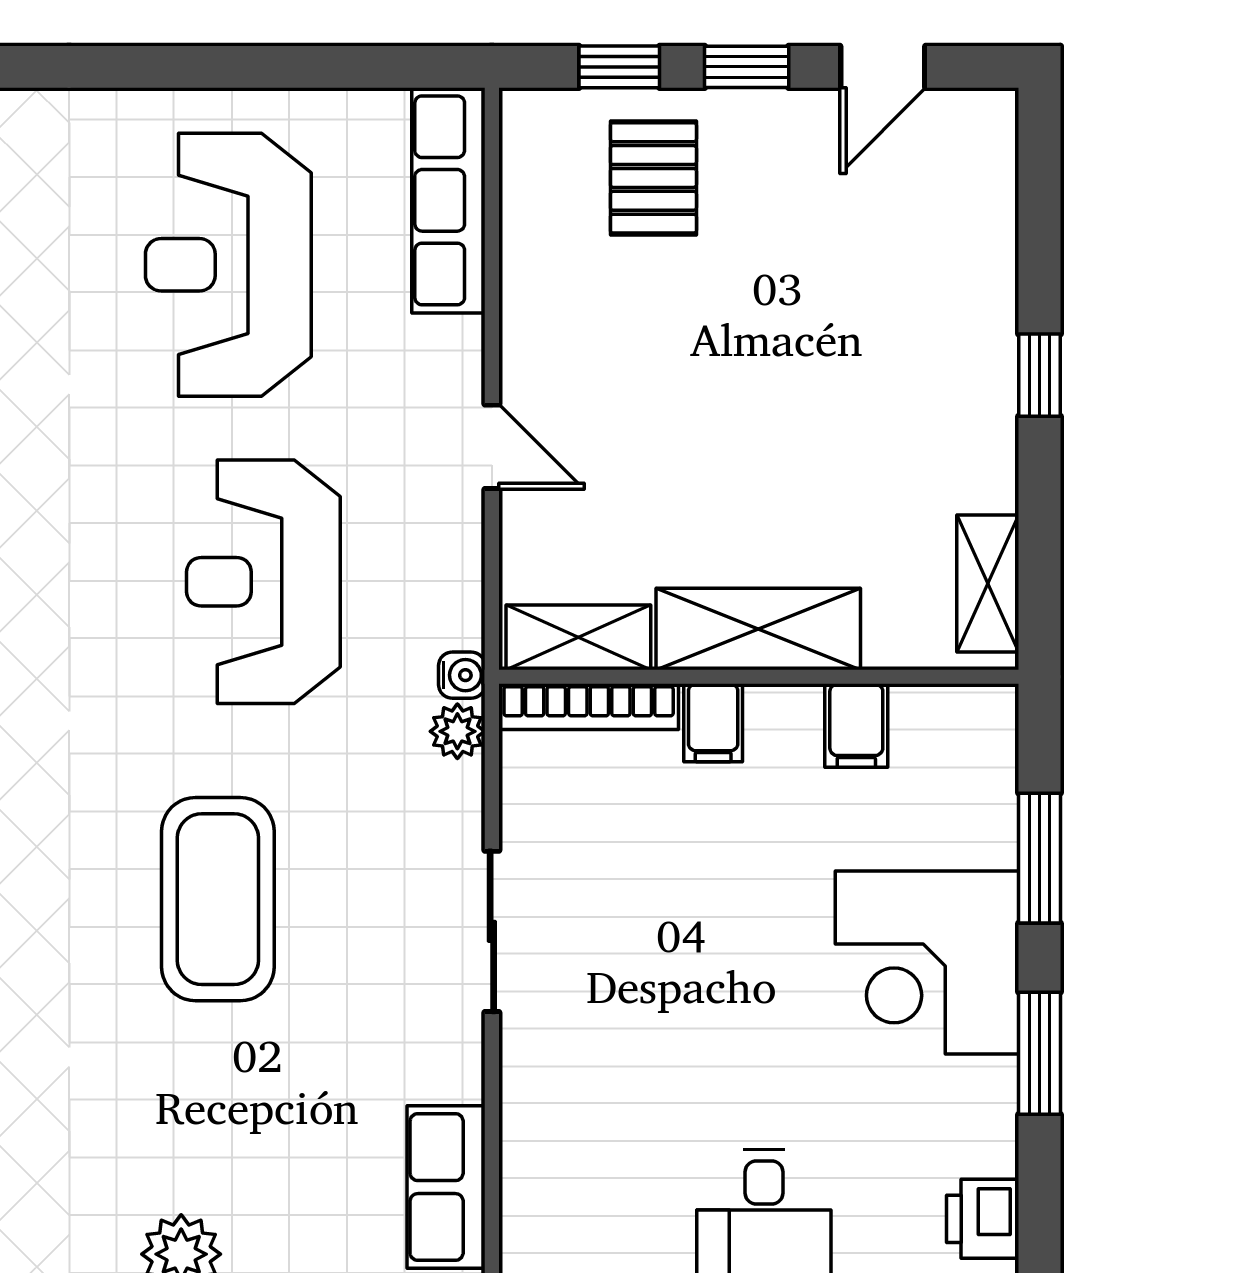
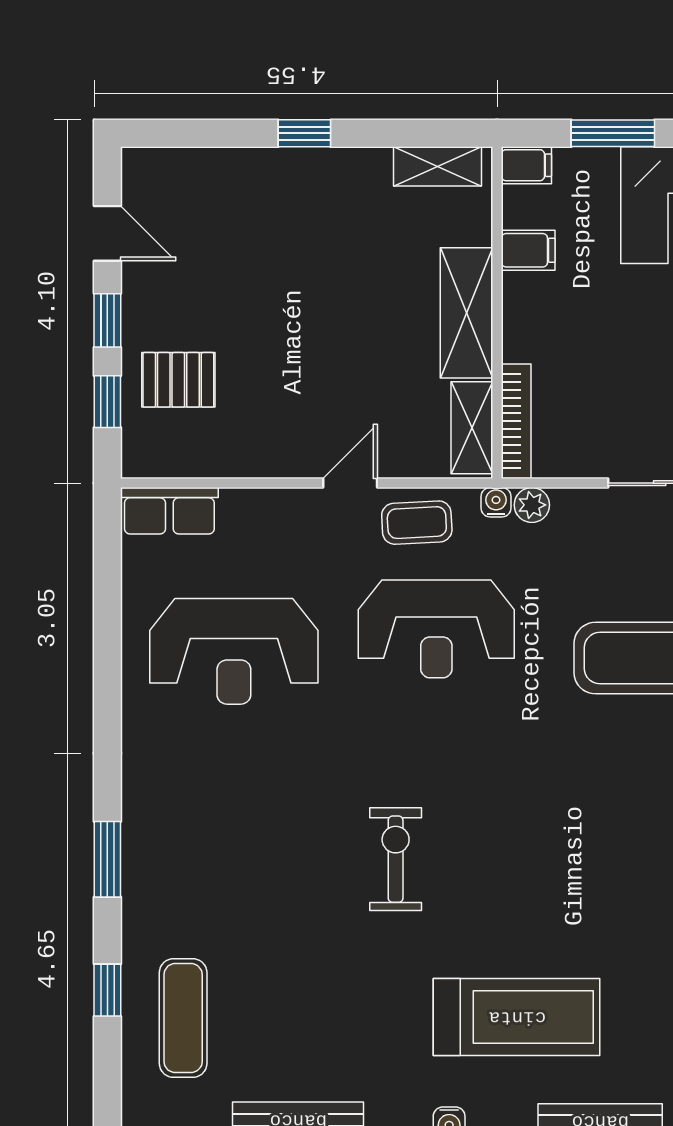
row of seats: (448, 200) -> (169, 511), width x0.68
coffee table: (430, 551) -> (417, 523), added
filing cabinet: (713, 723) -> (526, 165), moved

